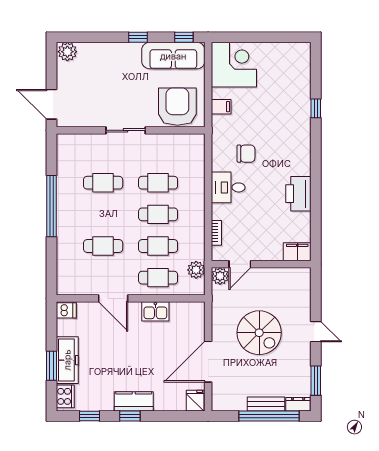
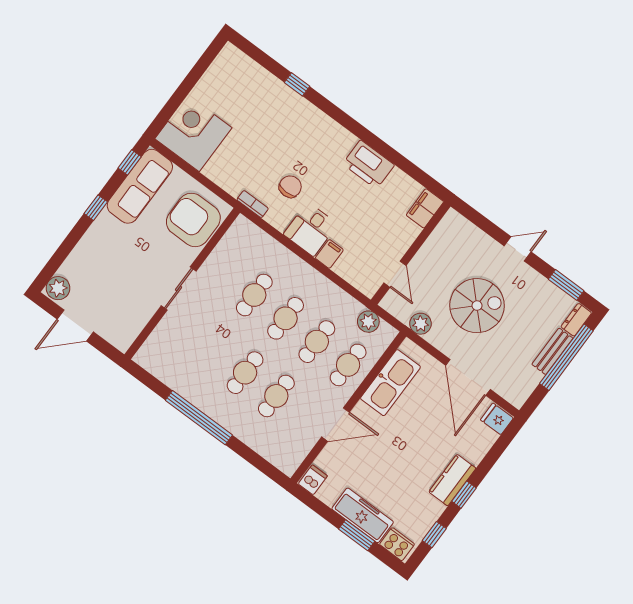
door: (51, 104) -> (75, 326), moved
filing cabinet: (221, 107) -> (329, 254), moved
cafe table: (103, 183) -> (245, 373), moved
bookcase: (216, 233) -> (253, 204), moved
plant: (220, 276) -> (421, 324), moved
kitchen sink: (155, 311) -> (390, 383), width x1.88, depth x1.24

